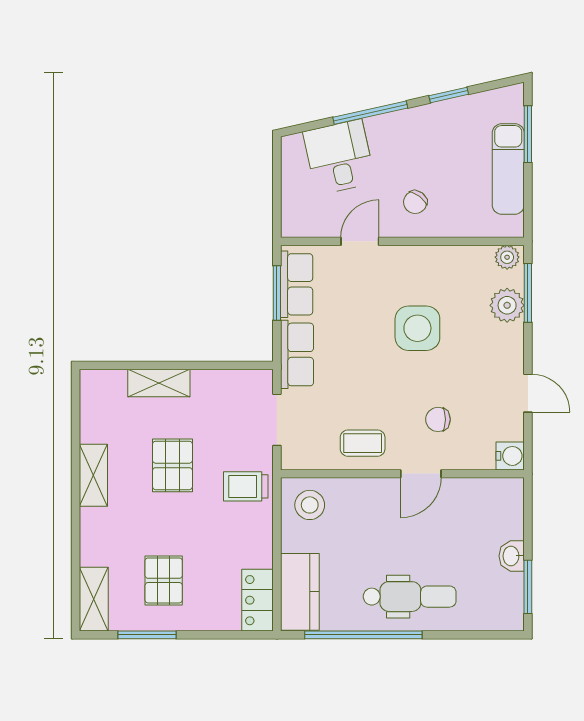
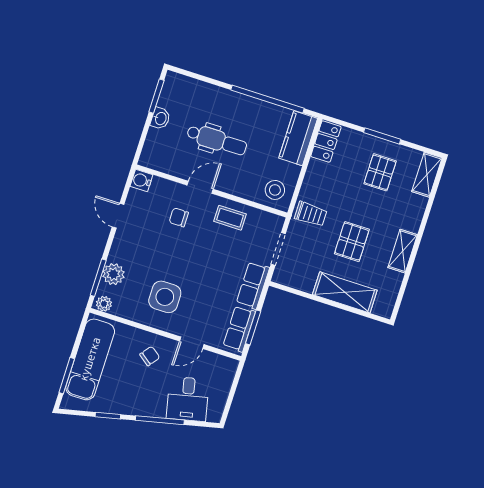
exam couch: (508, 169) -> (90, 359), width x1.36, depth x1.45
side table: (417, 328) -> (165, 297), moved
shelving: (159, 383) -> (345, 292), width x1.50, depth x1.33
chair: (438, 419) -> (179, 217), turned 180
dental chair: (410, 597) -> (217, 140), moved, turned 180
window: (147, 635) -> (382, 136), moved

